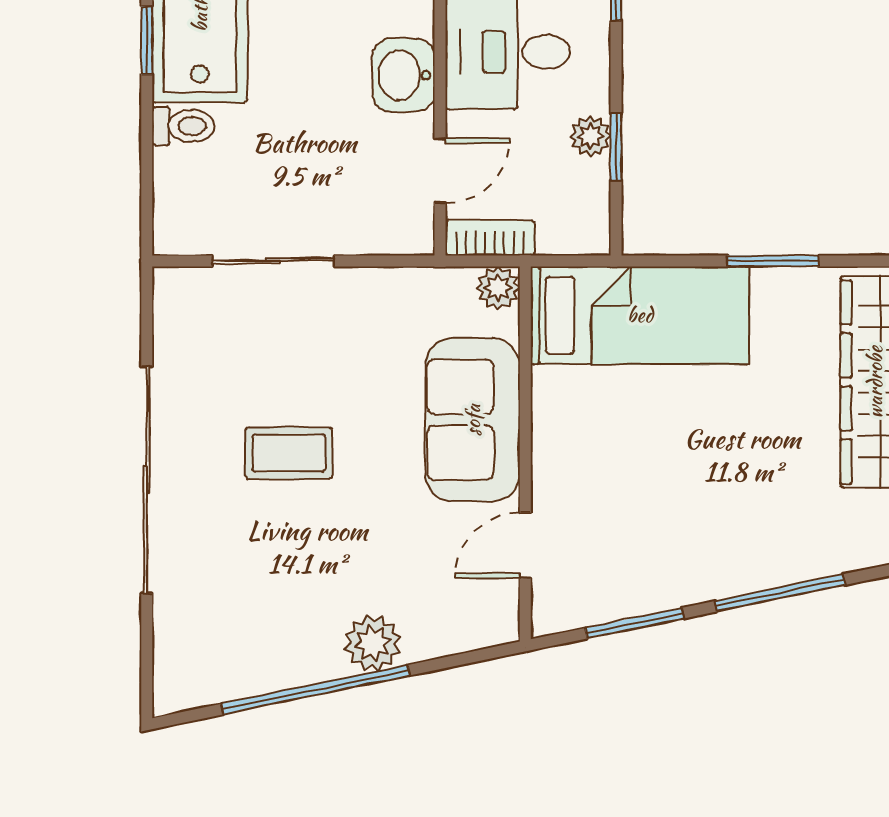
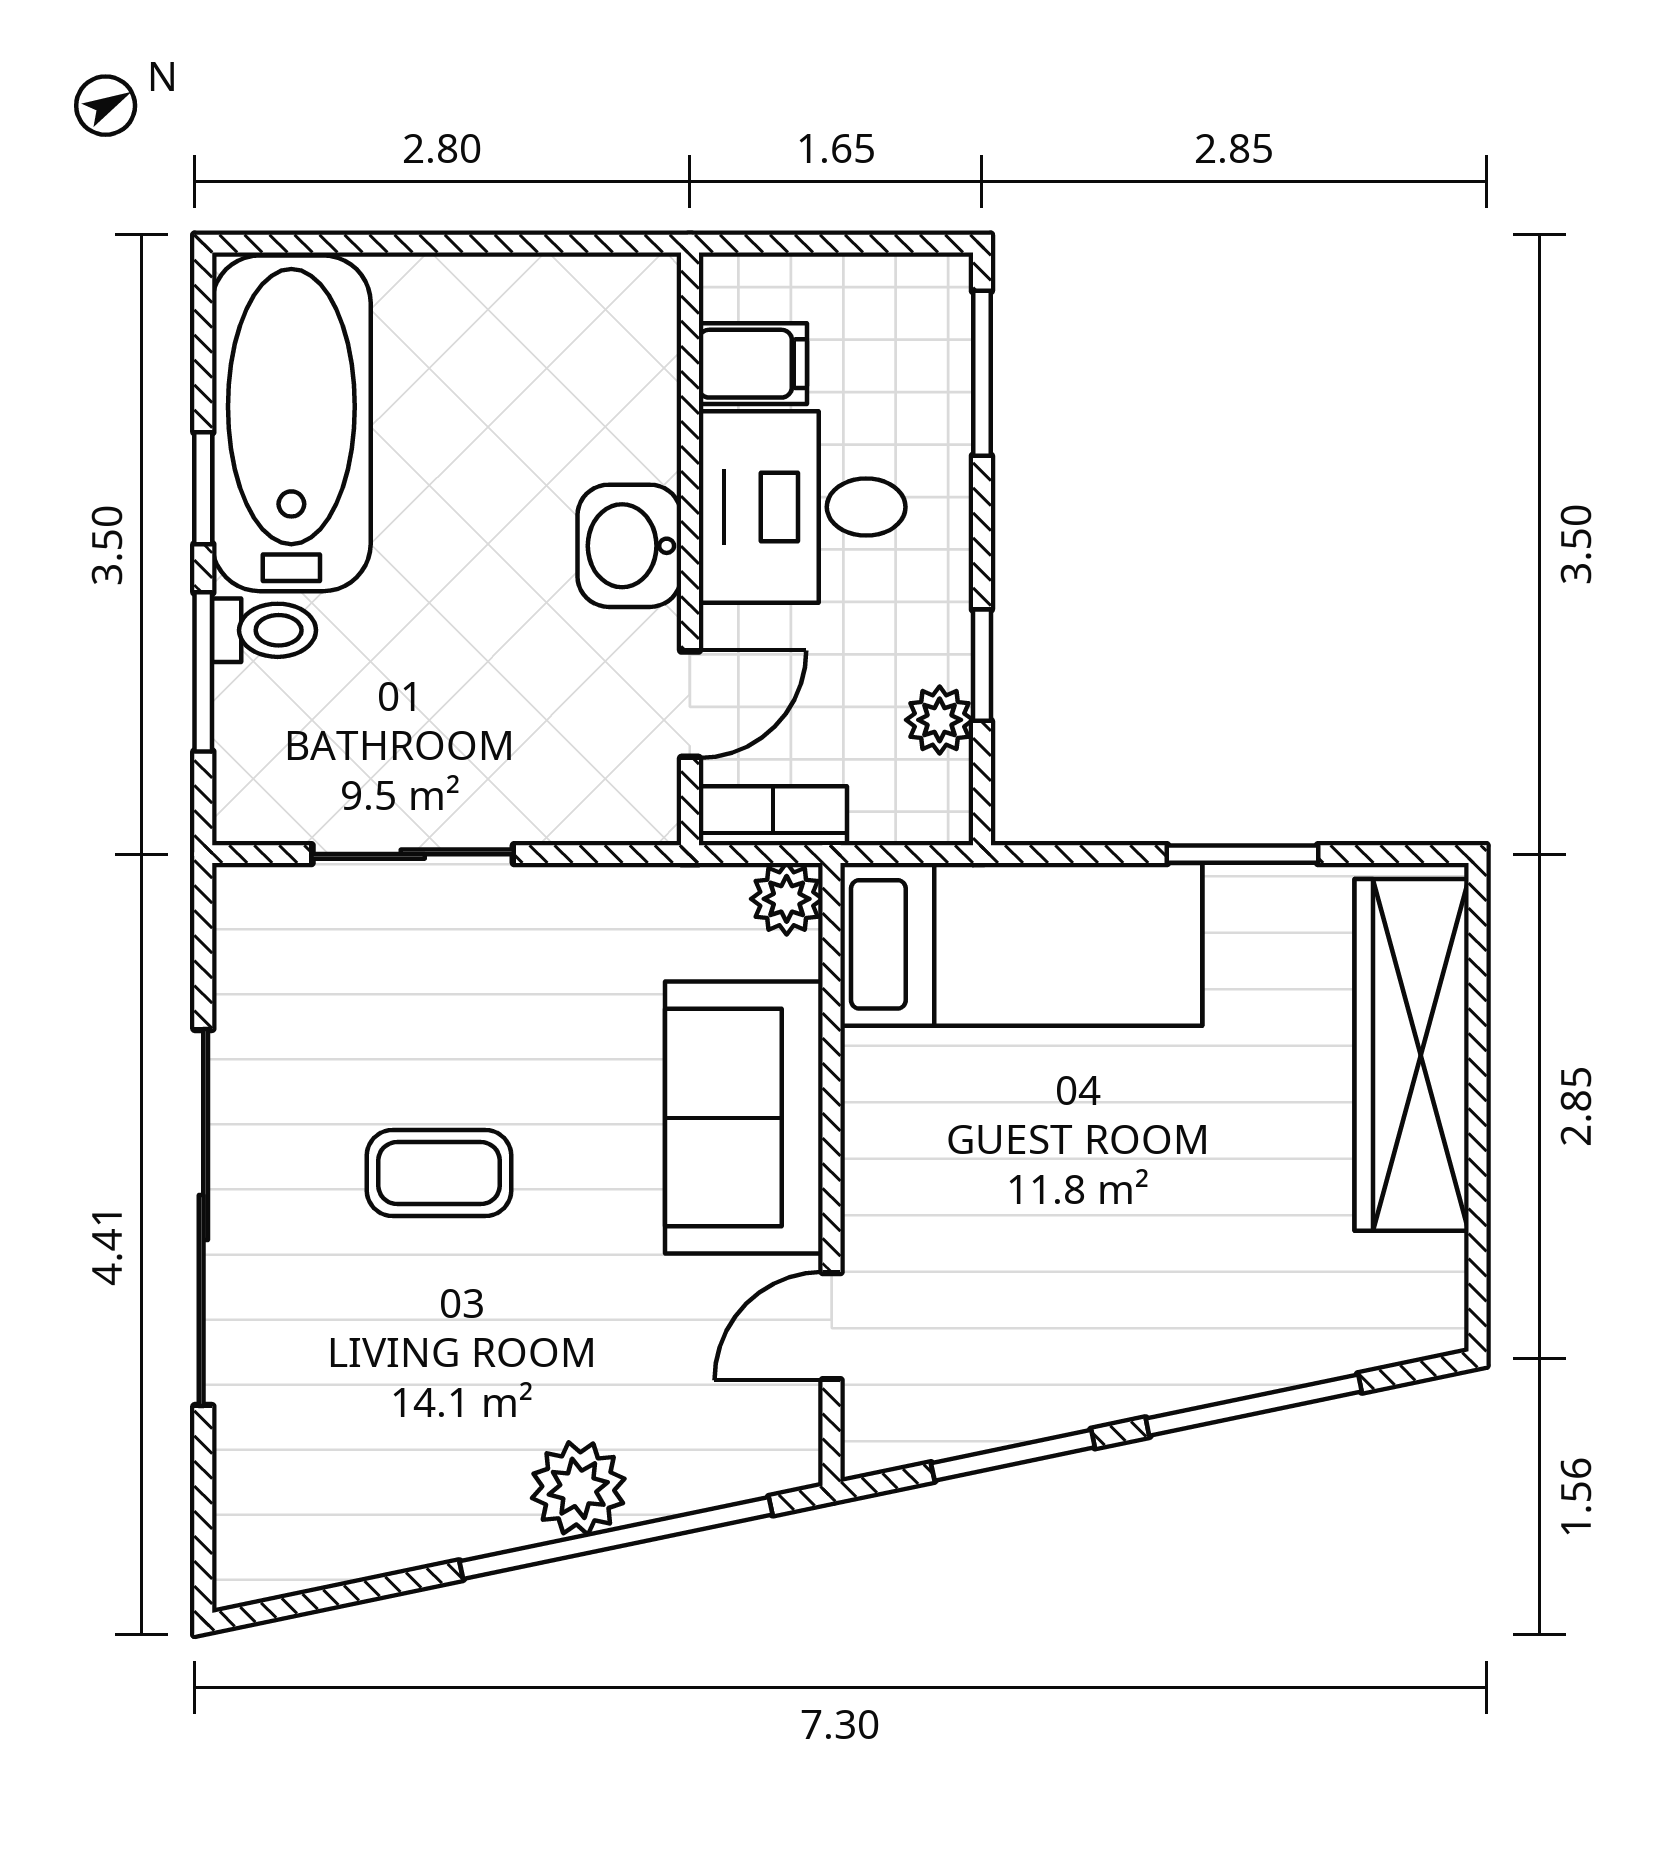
plant: (590, 136) -> (940, 720), moved
window: (147, 151) -> (203, 672), added
window: (315, 690) -> (616, 1538), moved

